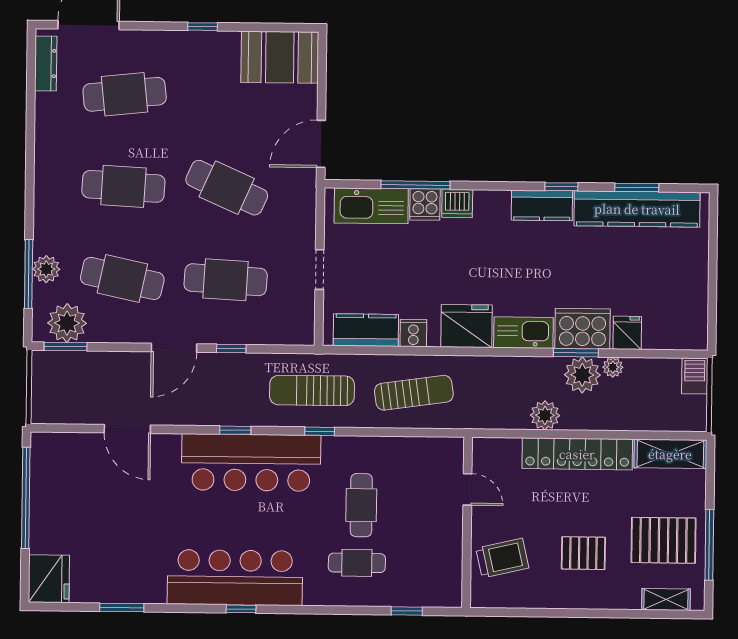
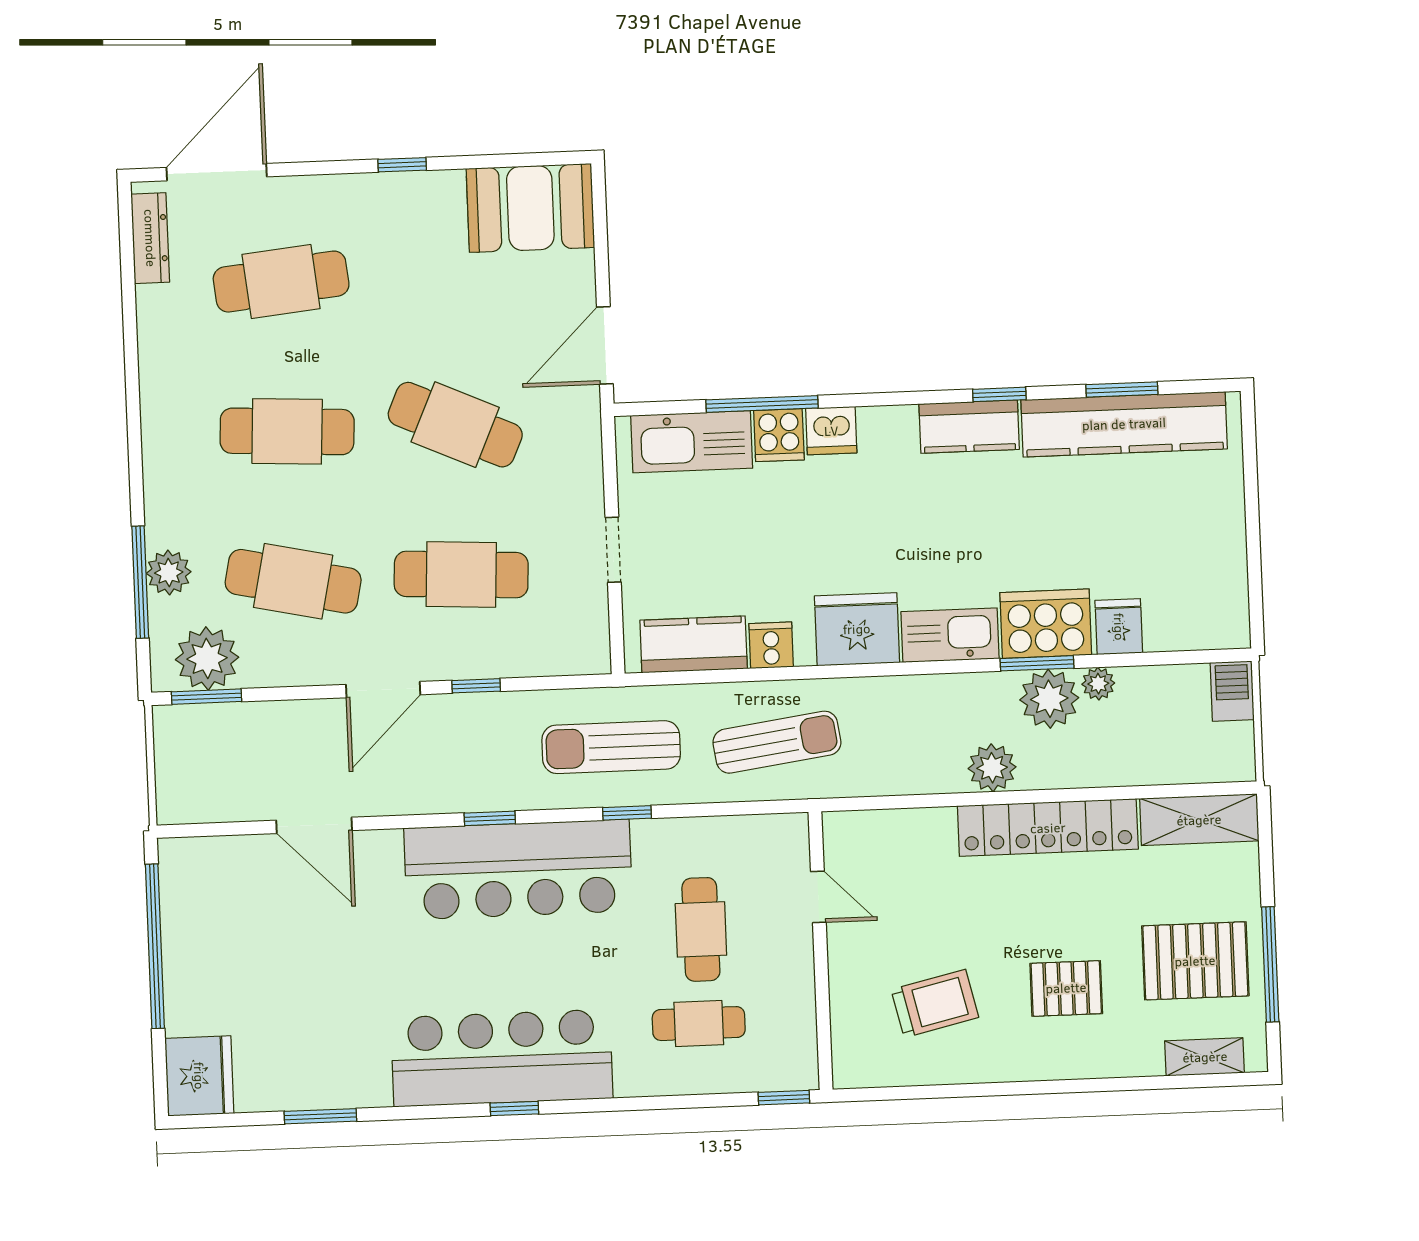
door: (467, 489) -> (818, 897), moved
wall: (467, 522) -> (821, 951), moved

